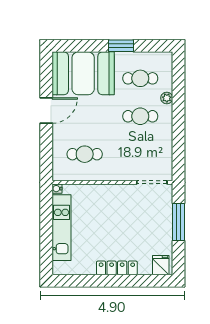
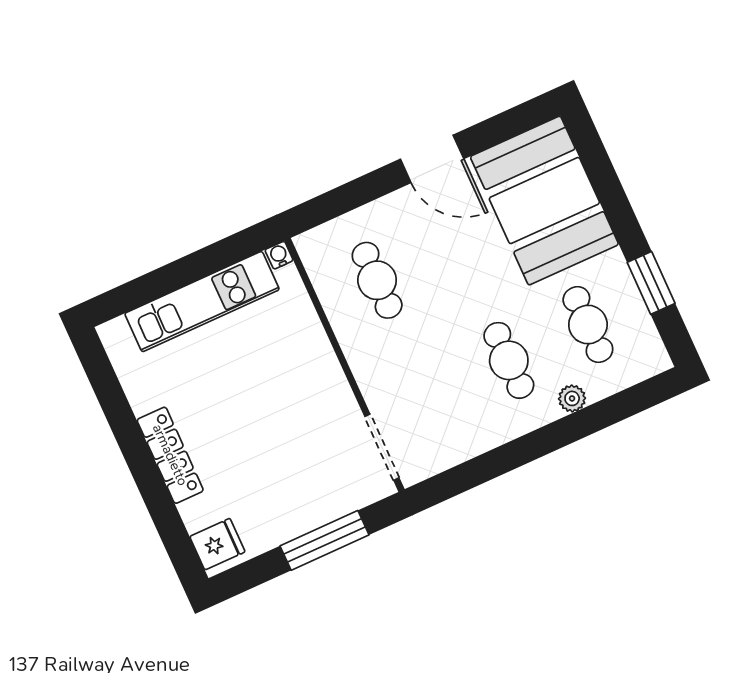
window: (121, 46) -> (651, 283), moved

